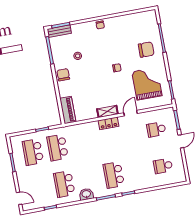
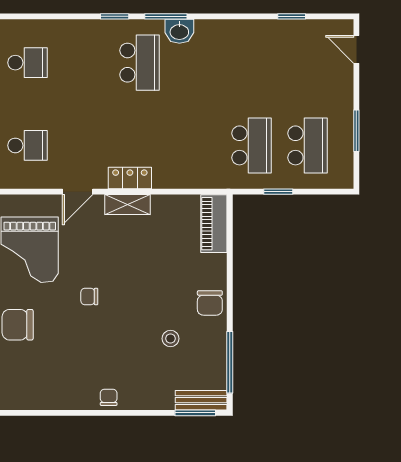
school desk: (64, 184) -> (252, 63), removed
washbasin: (86, 194) -> (179, 31), moved

